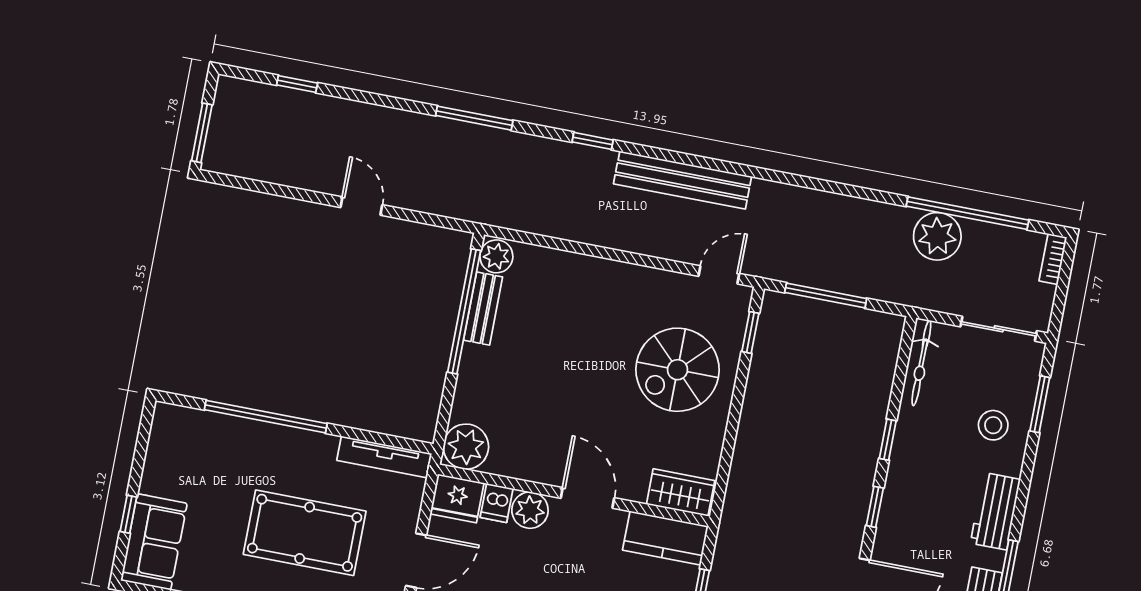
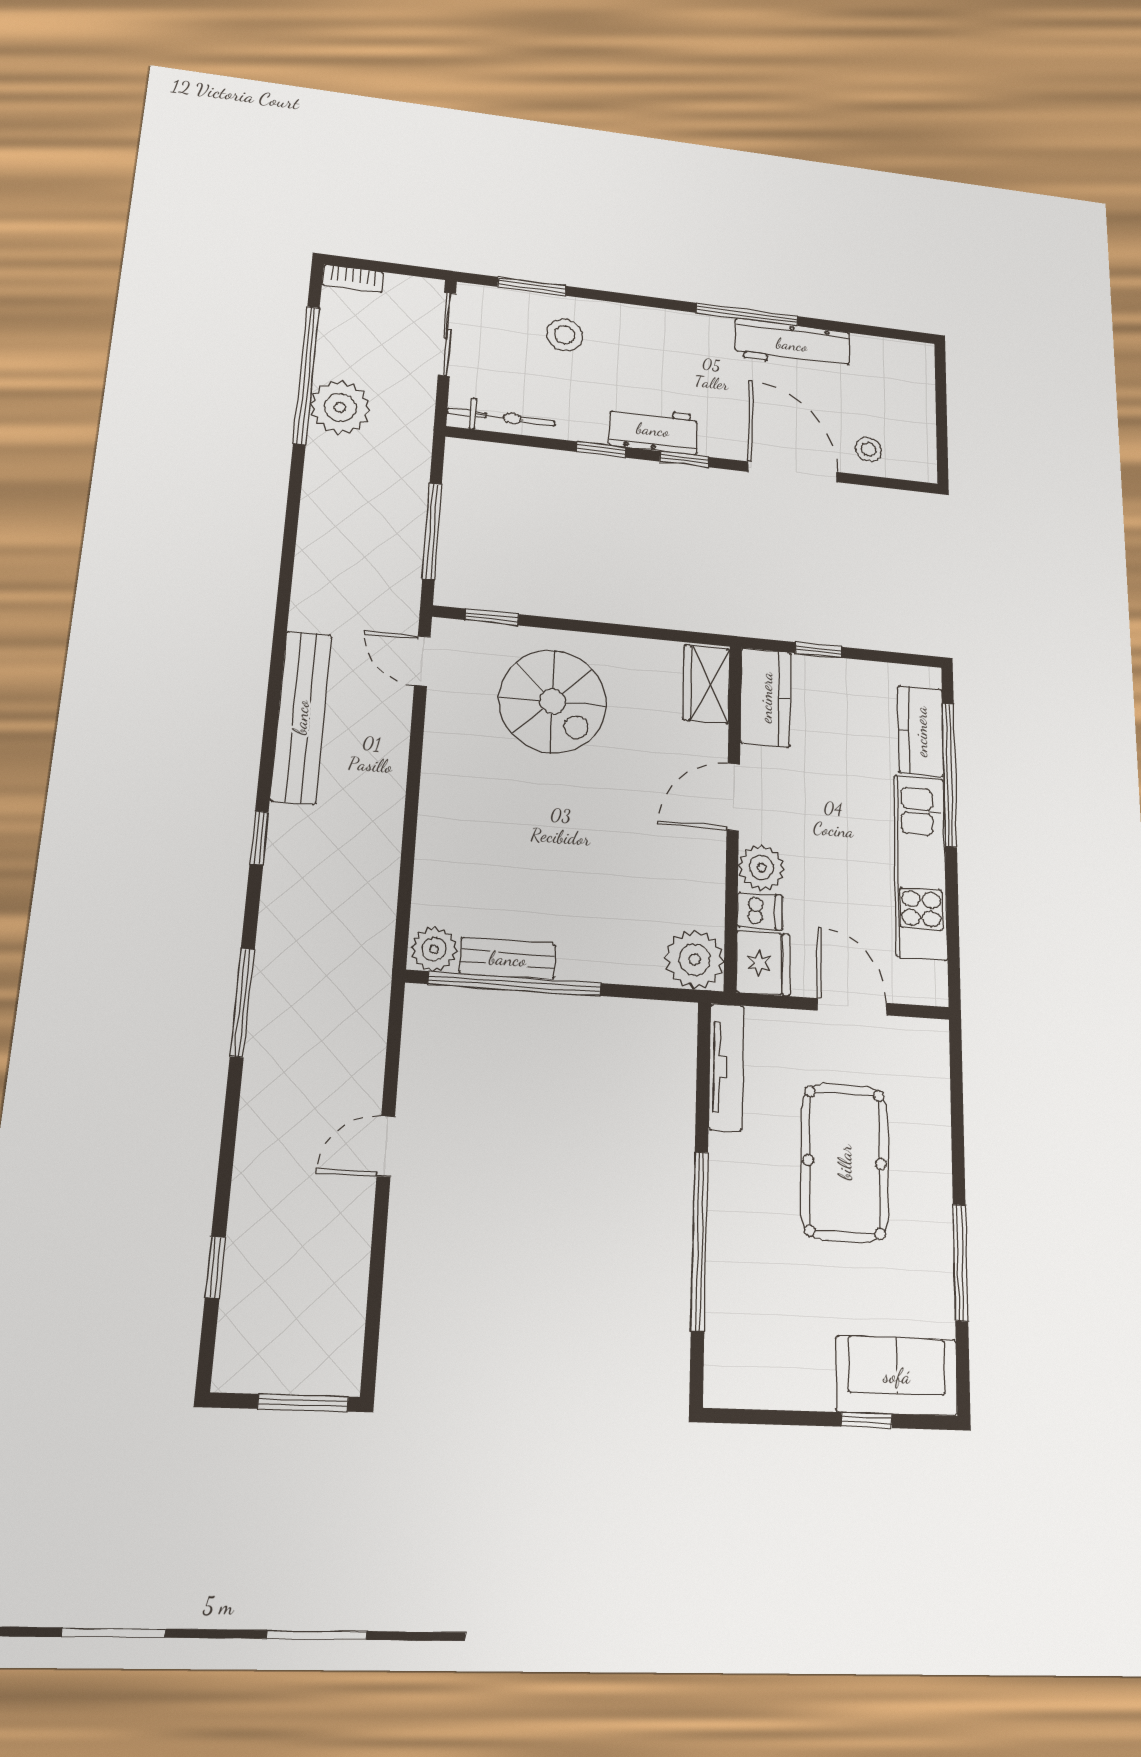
workbench: (995, 511) -> (653, 430), moved, turned 180

